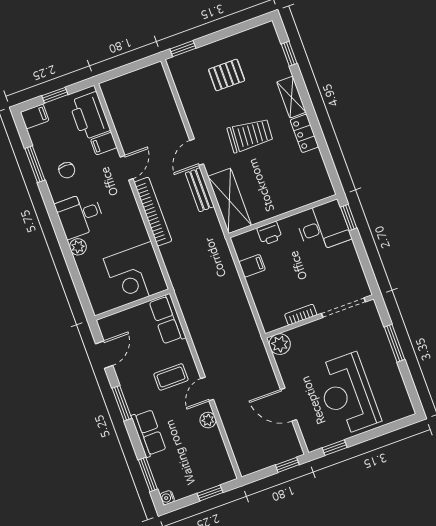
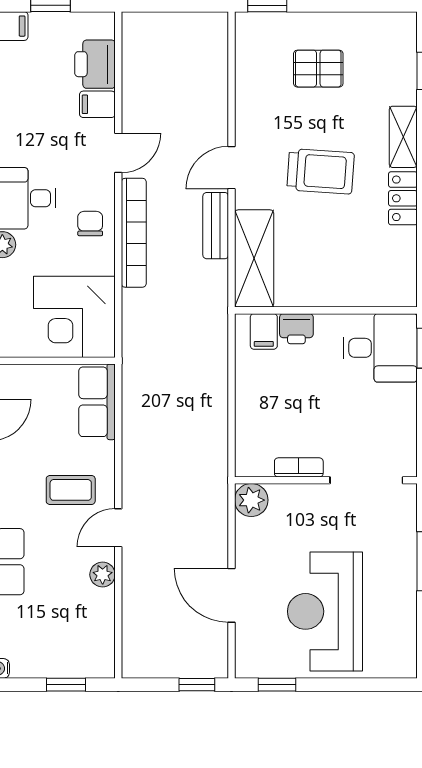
printer: (90, 116) -> (95, 64), width x0.73, depth x0.84
chair: (67, 170) -> (90, 224), moved, turned 180
filing cabinet: (252, 266) -> (264, 331), moved, turned 90

